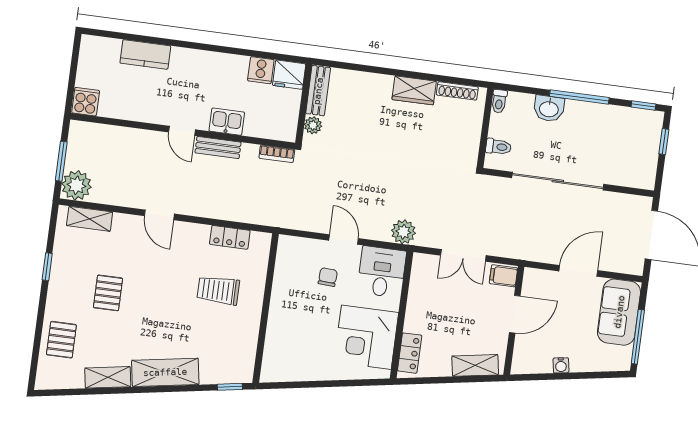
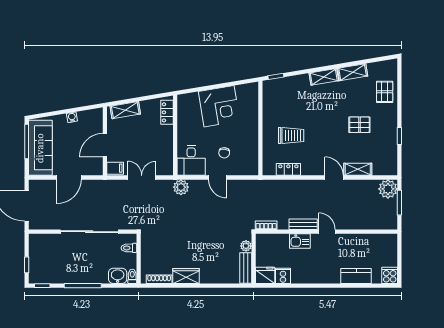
cooker: (86, 102) -> (390, 275), moved, turned 180
washbasin: (549, 109) -> (118, 276), moved
shelving: (90, 219) -> (358, 169), moved
pallet: (108, 293) -> (359, 125), turned 90
sofa: (619, 312) -> (40, 148), width x1.36
corner desk: (366, 337) -> (219, 106), moved, turned 81
shelving: (165, 372) -> (324, 77), width x0.67, depth x0.75

